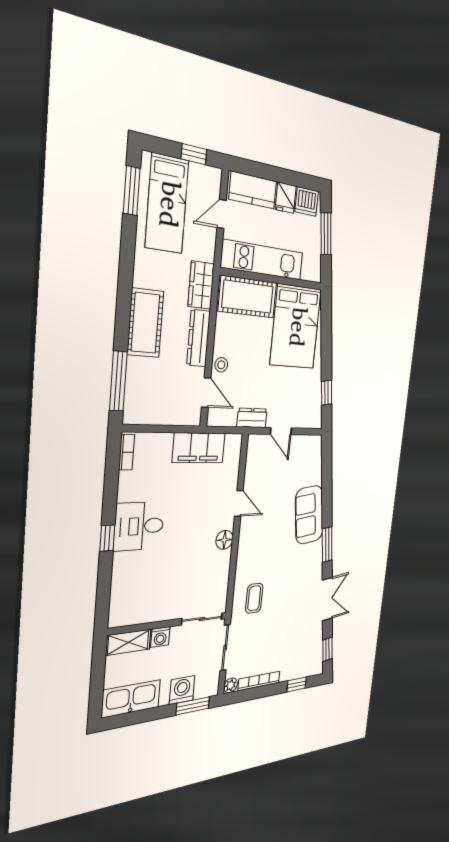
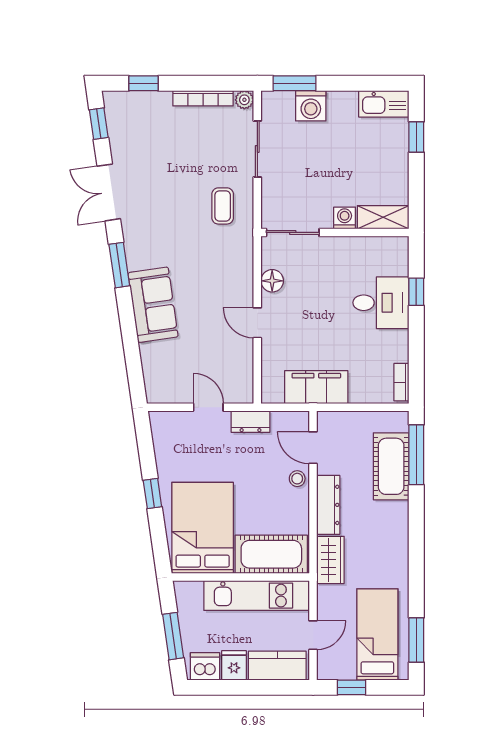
cot: (145, 323) -> (391, 466), moved
window: (327, 393) -> (152, 494), moved
sliding door: (202, 619) -> (293, 232), moved
wall: (169, 623) -> (335, 232), moved
washing machine: (160, 637) -> (345, 218), moved
shelving: (128, 642) -> (383, 217), moved
window: (97, 679) -> (416, 137), added
kitchen sink: (131, 699) -> (384, 104), width x0.73, depth x0.81

